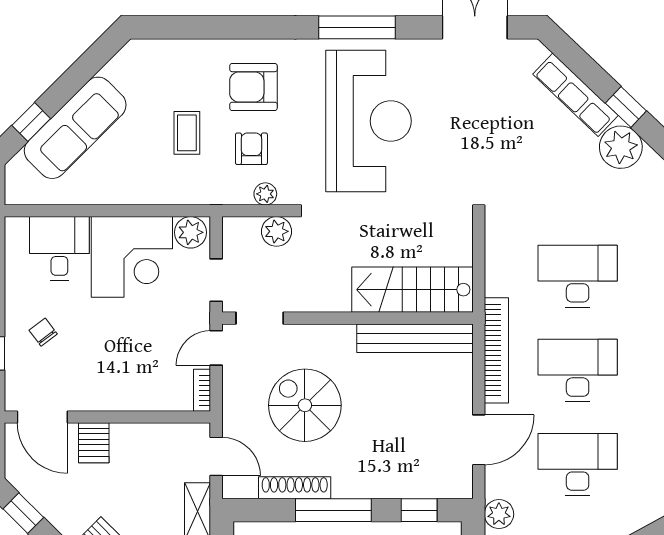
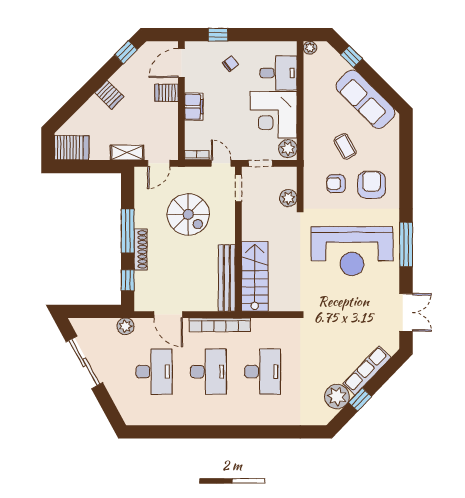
sofa: (75, 128) -> (365, 99), moved
coffee table: (187, 133) -> (345, 146), turned 61
armchair: (251, 149) -> (336, 184), turned 180
plant: (265, 194) -> (310, 48), moved
filing cabinet: (118, 395) -> (194, 107), added
spiral stairs: (305, 405) -> (188, 214), turned 90
shoe rack: (295, 488) -> (141, 249), moved

